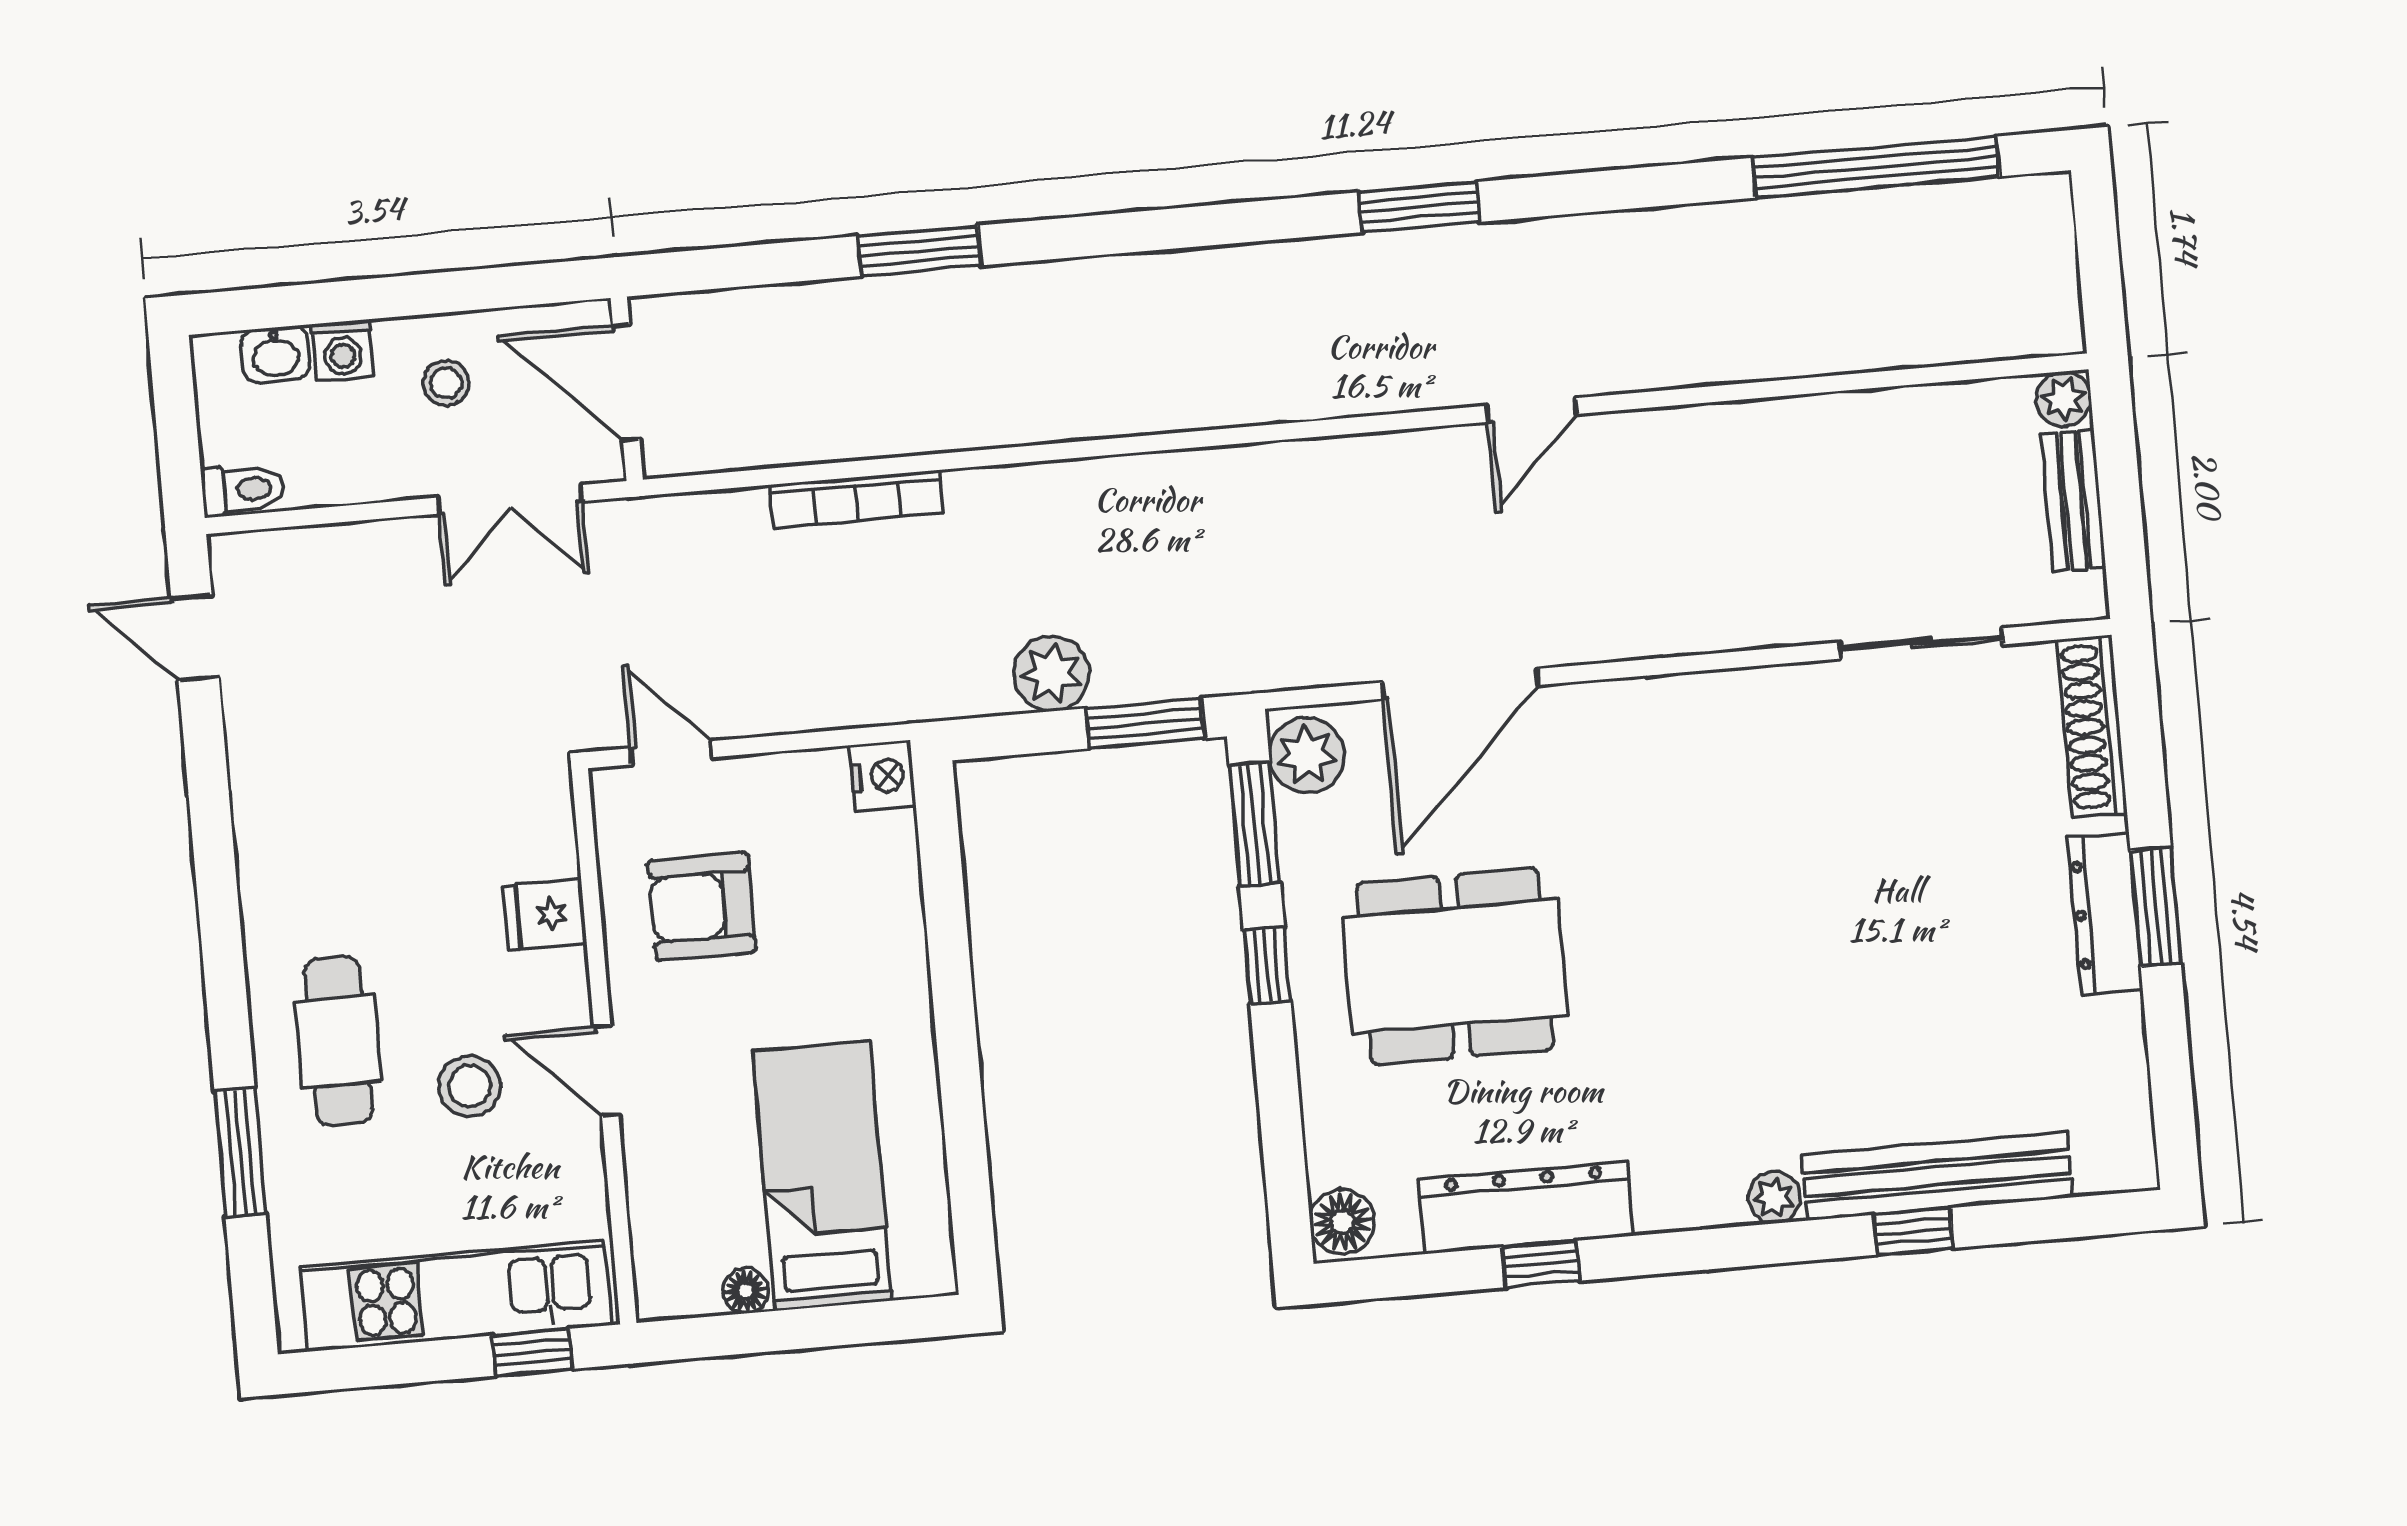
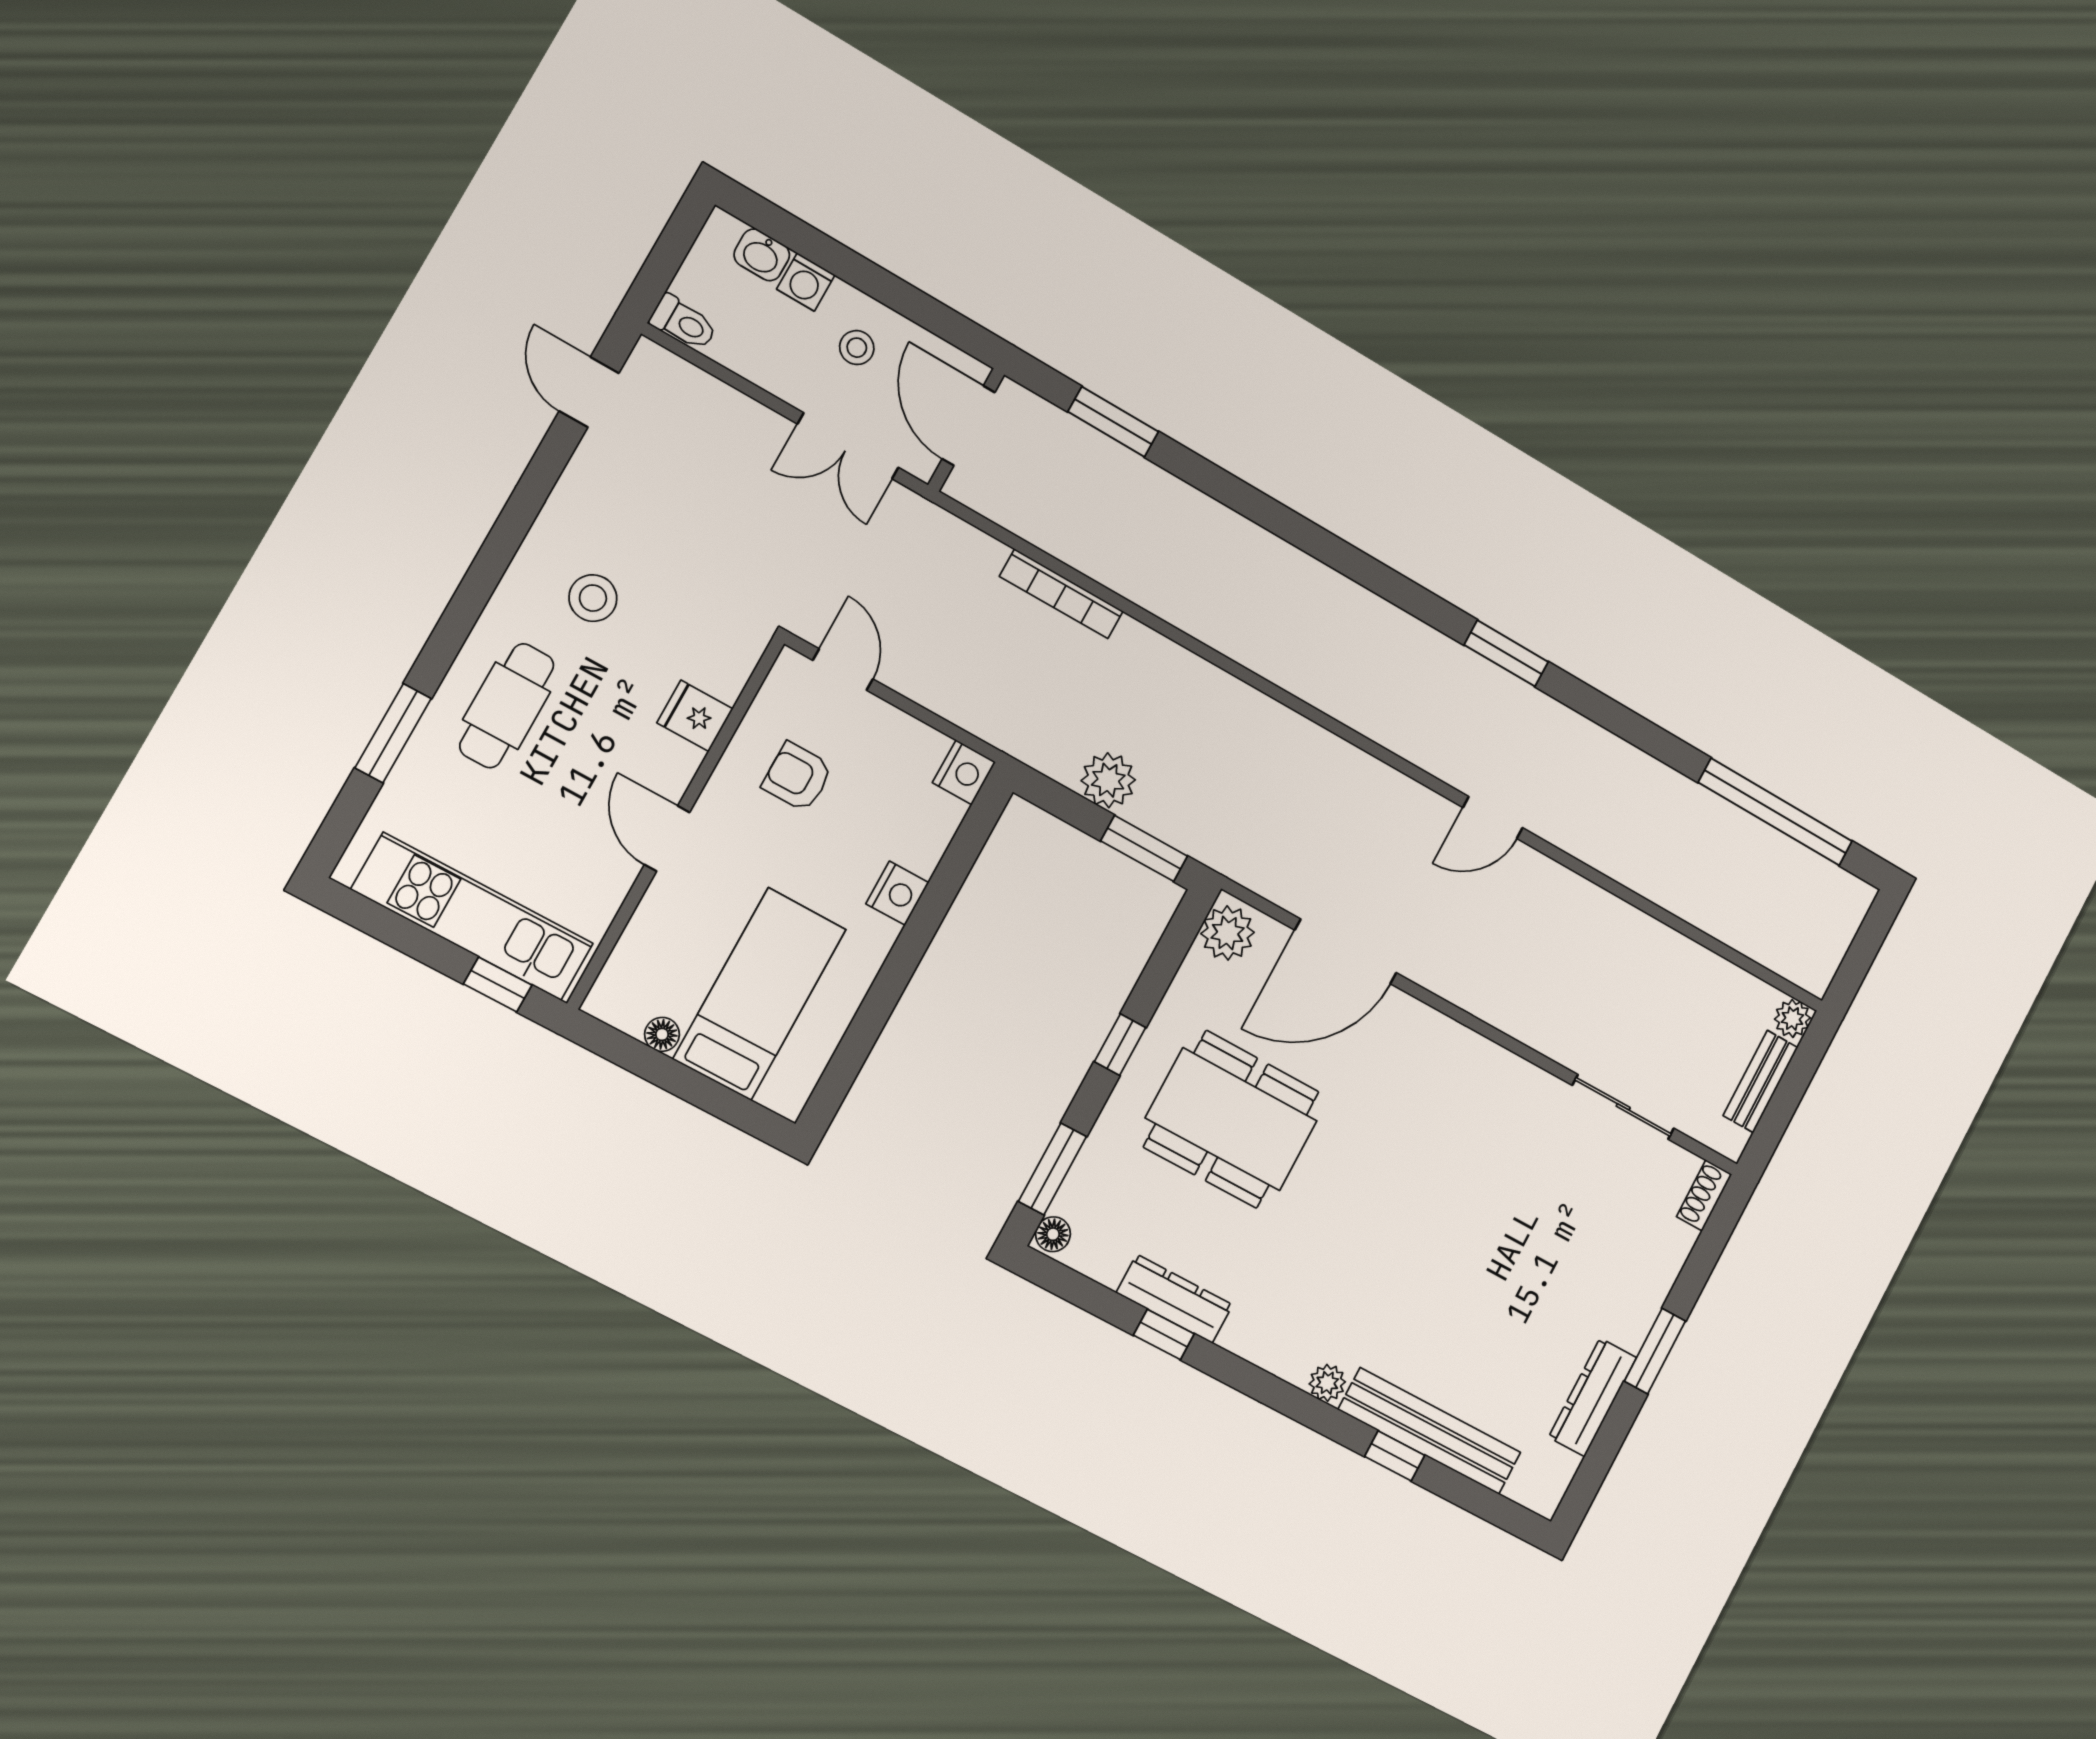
window: (919, 251) -> (1113, 422), moved
shoe rack: (2092, 726) -> (1704, 1195), width x0.51, depth x0.81
window: (1255, 824) -> (1052, 1169), moved
armchair: (702, 907) -> (797, 777), width x0.72, depth x0.72
dresser: (2105, 914) -> (1592, 1397), moved
nightstand: (899, 962) -> (897, 893), added
stool: (470, 1086) -> (593, 598), moved
dresser: (1526, 1208) -> (1175, 1299), width x0.73, depth x0.80
floor lamp: (1342, 1222) -> (1053, 1234), width x0.73, depth x0.73

